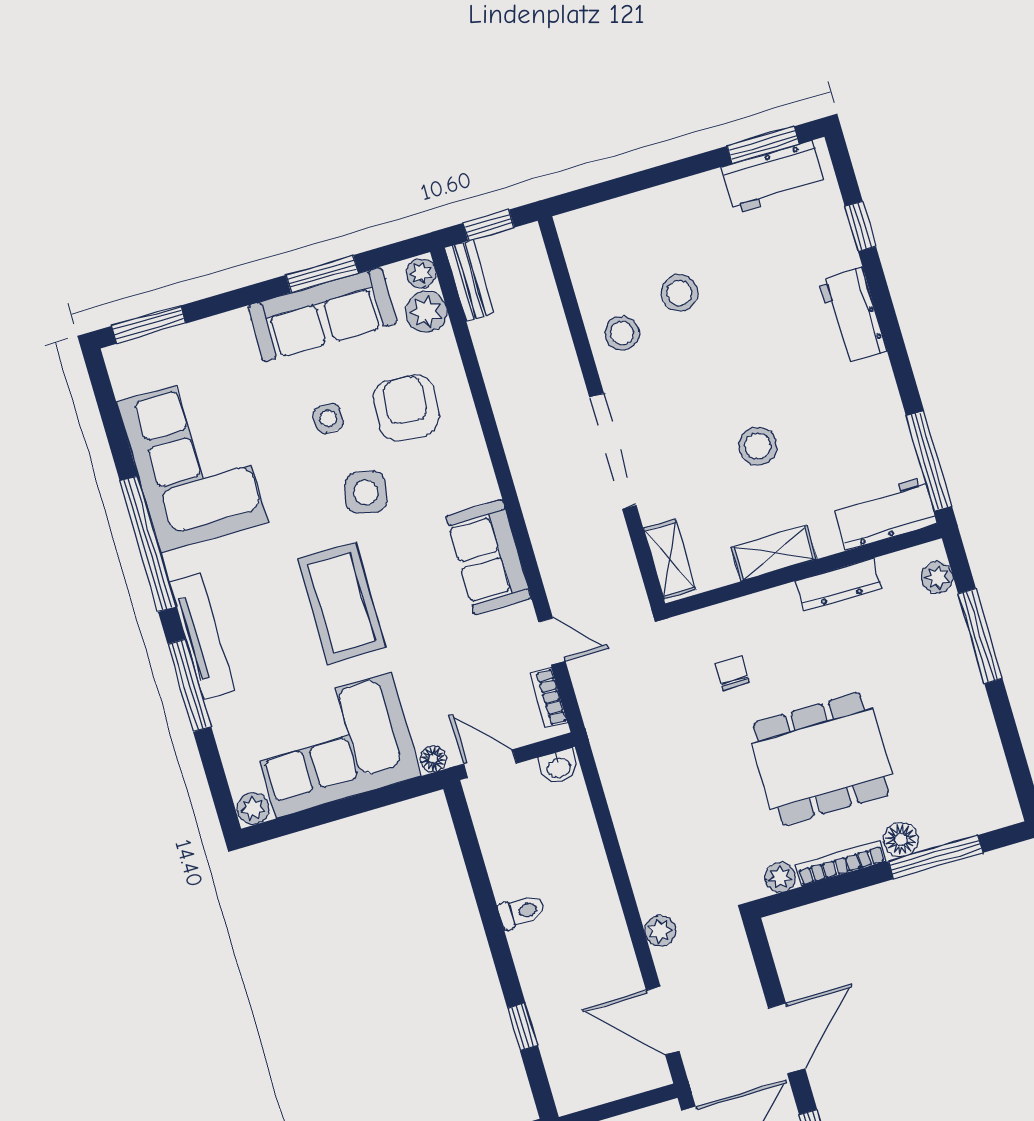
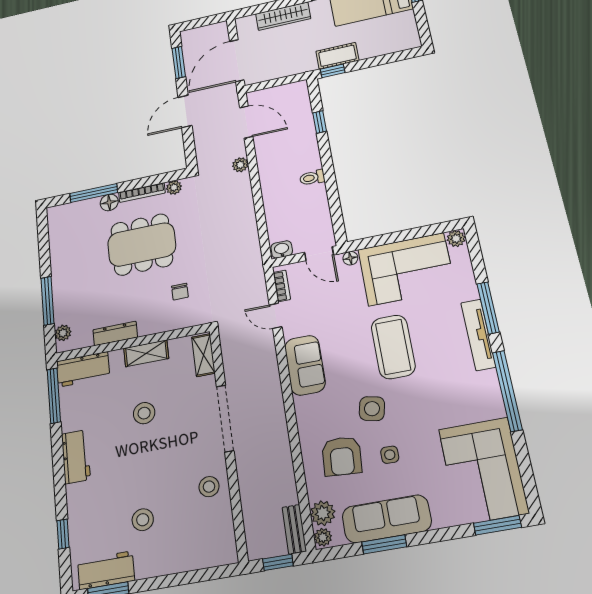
stool: (679, 293) -> (143, 520), moved
workbench: (853, 315) -> (76, 457), moved
corner sofa: (192, 462) -> (483, 471), moved

